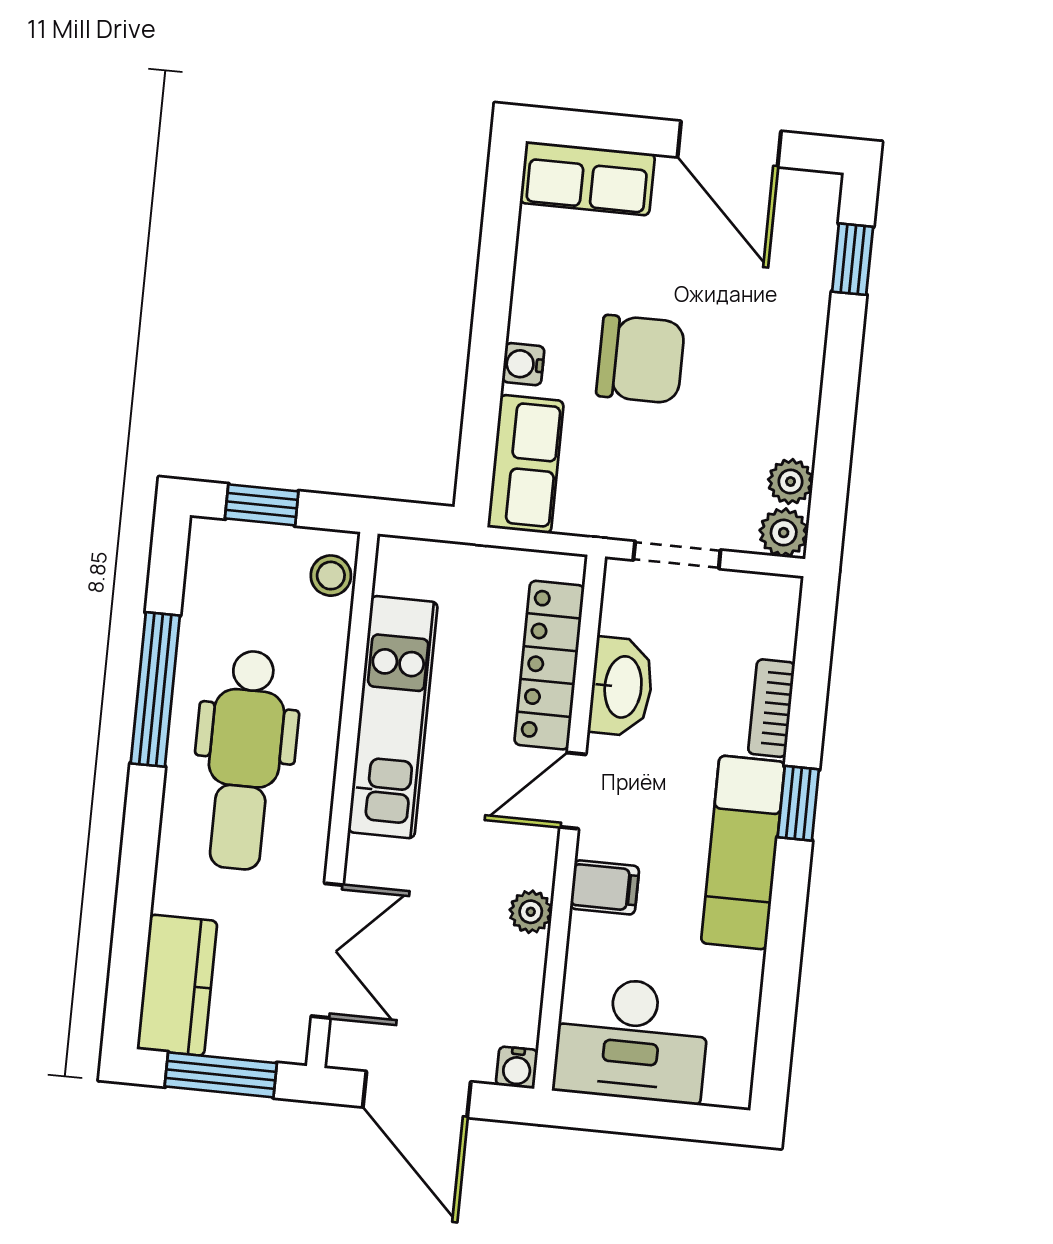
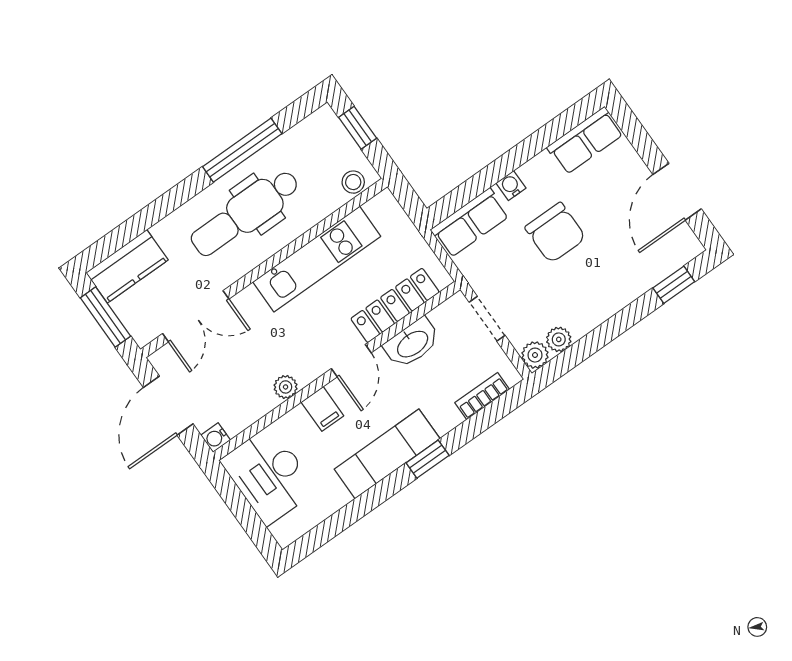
row of seats: (587, 178) -> (585, 141), moved, turned -90
bookcase: (771, 708) -> (482, 396), moved
door: (573, 791) -> (351, 361), swing flipped

